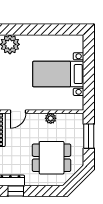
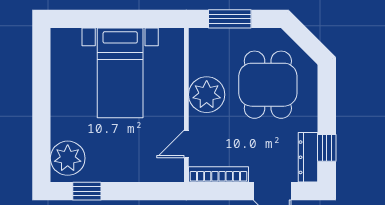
door: (18, 112) -> (186, 144), swing flipped
plant: (51, 118) -> (207, 95), width x1.88, depth x1.88

